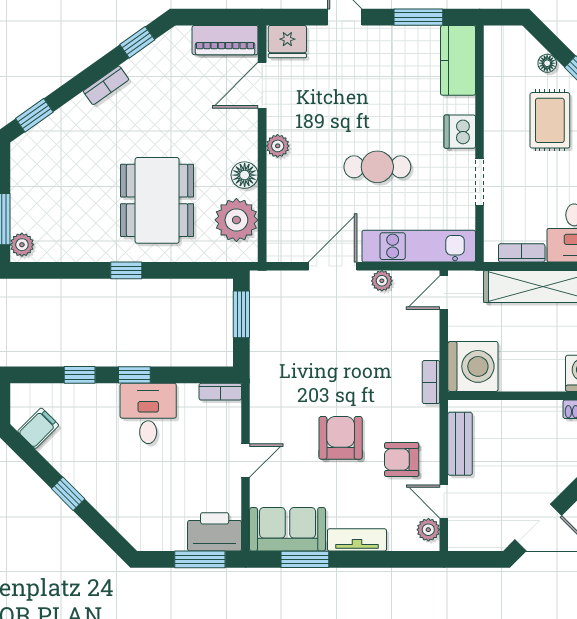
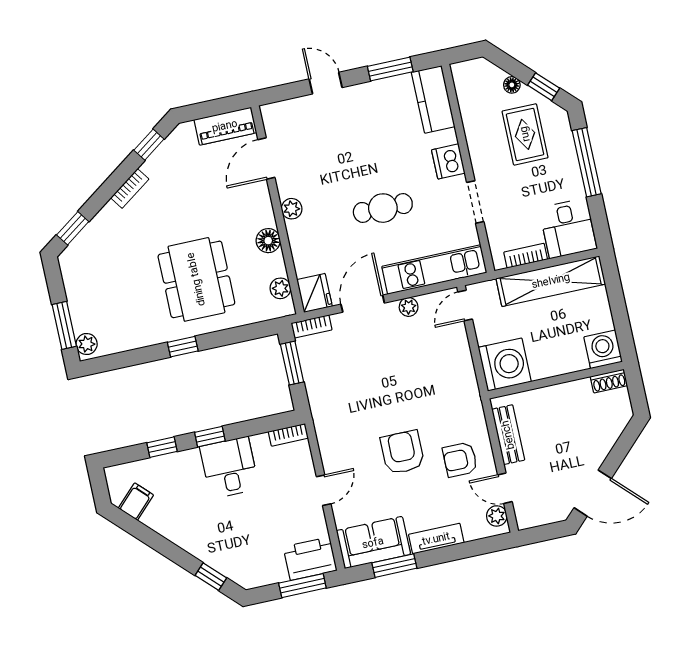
fridge: (287, 42) -> (314, 293), moved, turned -90
plant: (236, 220) -> (280, 288), width x0.53, depth x0.53
bookcase: (431, 382) -> (312, 326), moved, turned -90
window: (68, 494) -> (211, 577), moved

